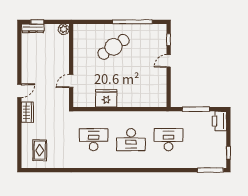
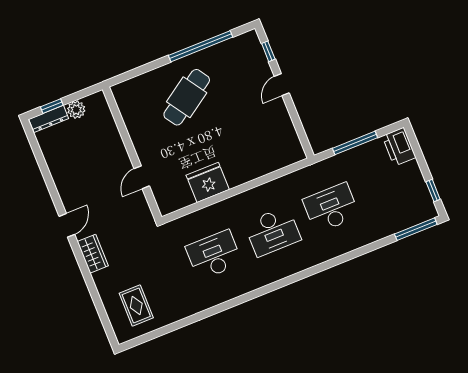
plant: (64, 29) -> (76, 110), moved

